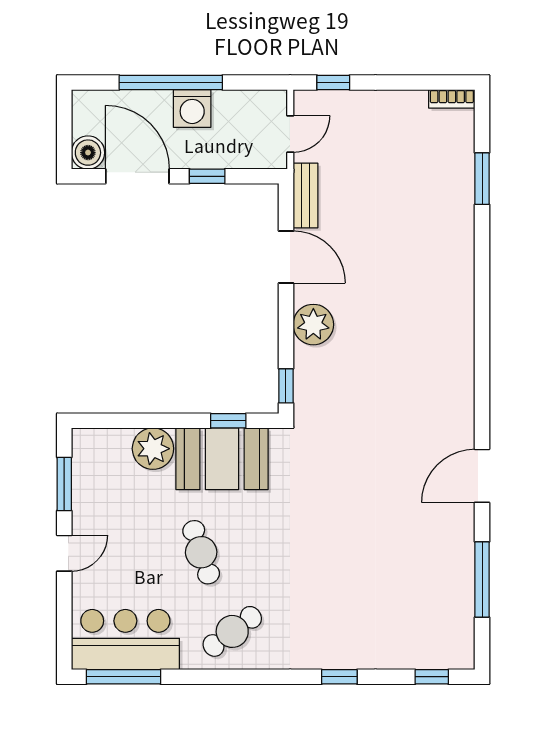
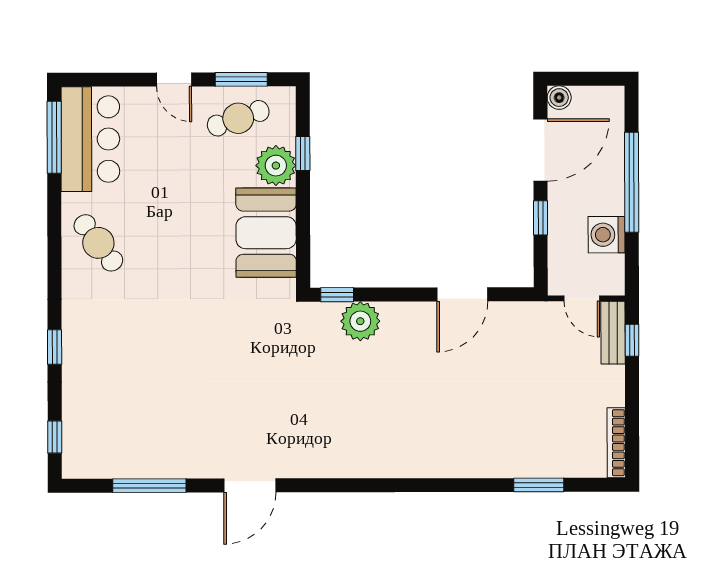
bookcase: (452, 99) -> (616, 443), width x1.56
washing machine: (192, 108) -> (607, 235), moved
boiler: (88, 153) -> (559, 98), width x0.73, depth x0.73
bench: (305, 195) -> (613, 333), moved, turned 90
plant: (313, 325) -> (360, 321), moved
window: (228, 421) -> (303, 154), moved
door: (482, 476) -> (250, 485), swing flipped
cafe table: (201, 552) -> (238, 118), moved

